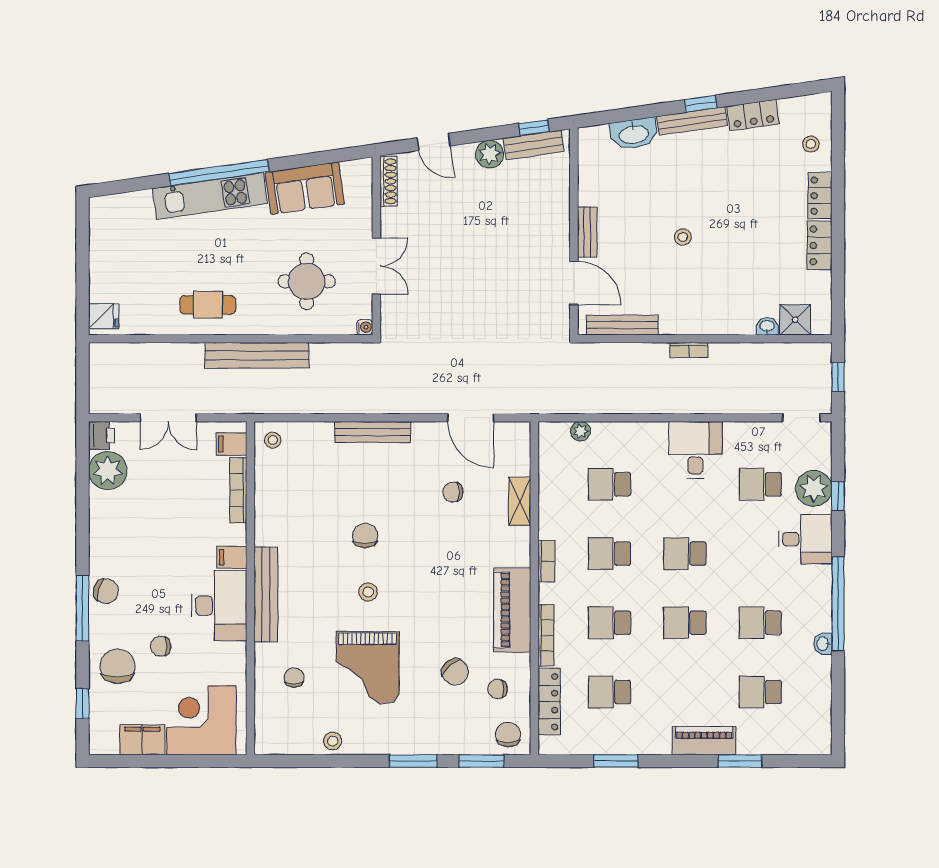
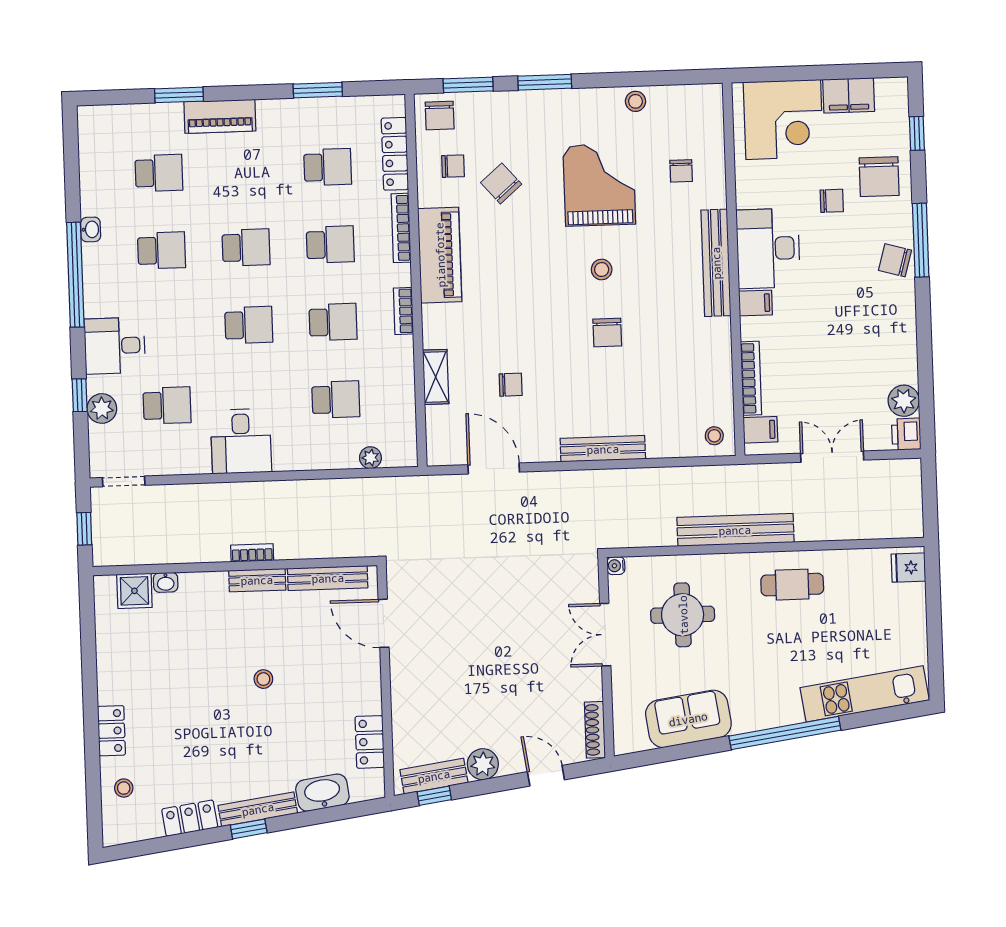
kitchen unit: (210, 196) -> (865, 694), moved
bench: (587, 232) -> (257, 580), moved, turned 90
locker: (819, 245) -> (370, 742), moved, turned 180
plant: (108, 471) -> (904, 401), width x0.73, depth x0.73
plant: (814, 488) -> (102, 408), width x0.73, depth x0.73

